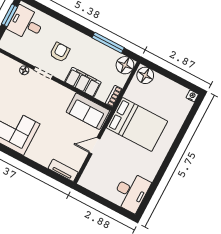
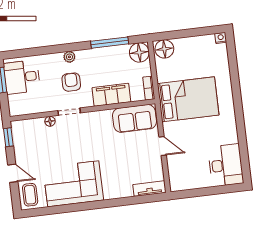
plant: (71, 33) -> (69, 57), added
door: (95, 146) -> (163, 146), swing flipped

